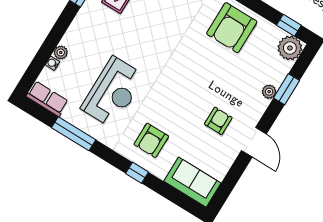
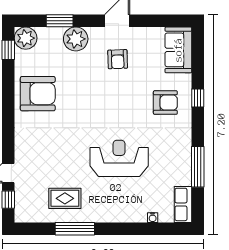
plant: (61, 52) -> (140, 216), removed
reception desk: (113, 92) -> (119, 158), moved
plant: (269, 92) -> (76, 39), width x1.88, depth x1.88
armchair: (218, 121) -> (118, 59), turned -92

